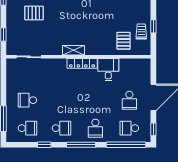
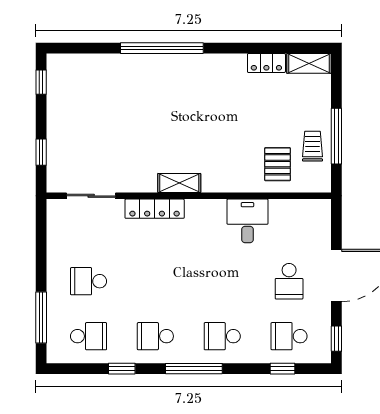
pallet: (34, 13) -> (101, 110), removed
window: (153, 26) -> (336, 136), width x2.17
locker: (82, 63) -> (155, 209), moved
school desk: (61, 128) -> (155, 336), turned 180
school desk: (95, 128) -> (222, 336), turned 90
window: (126, 145) -> (282, 369), width x0.32

